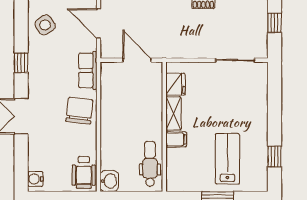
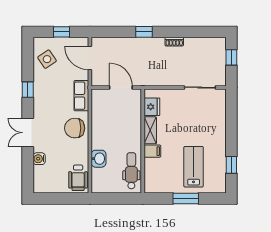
chair: (79, 111) -> (75, 128), turned -97
water cooler: (35, 179) -> (39, 159), moved
washbasin: (109, 181) -> (99, 159), moved

